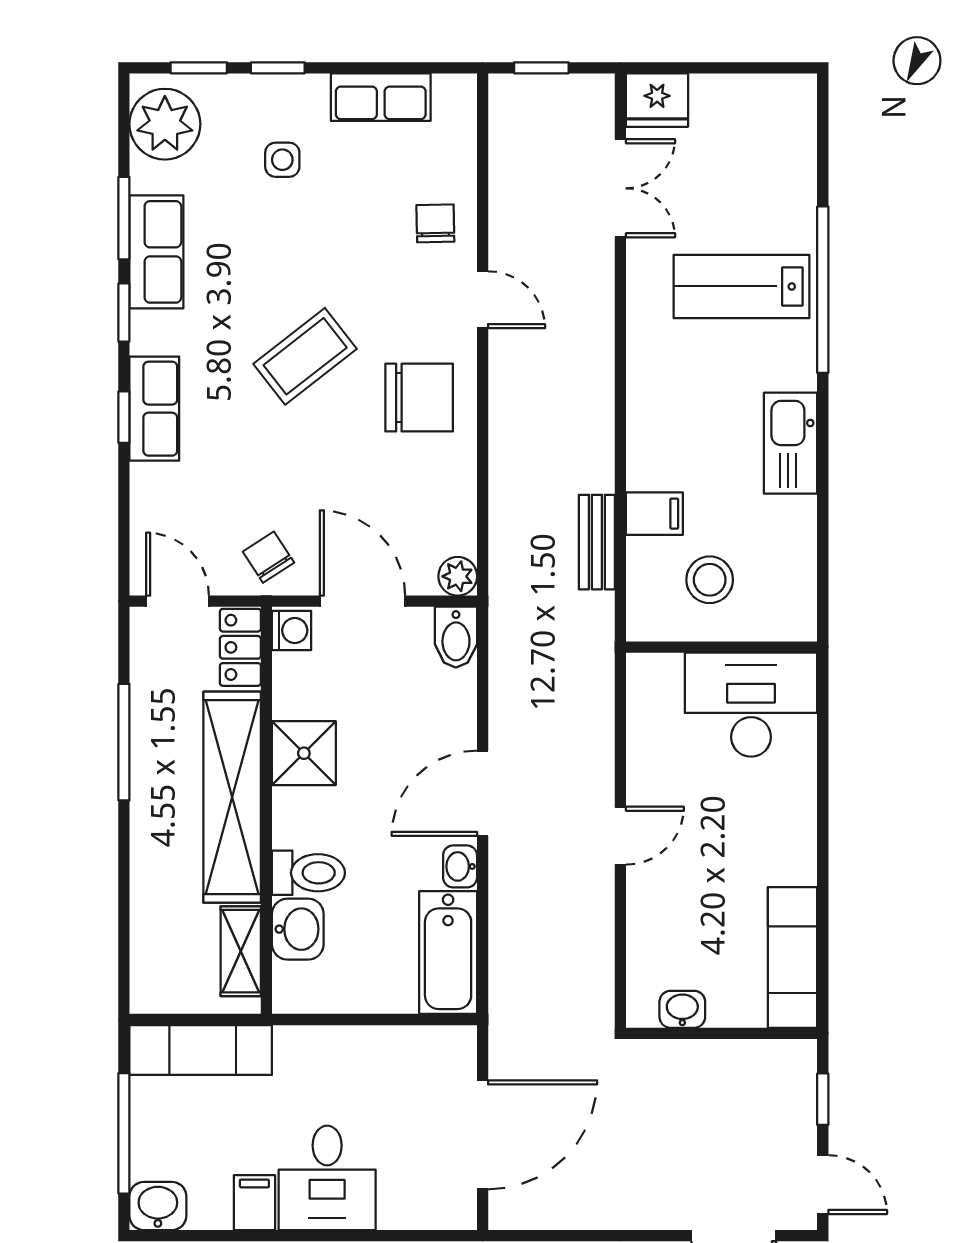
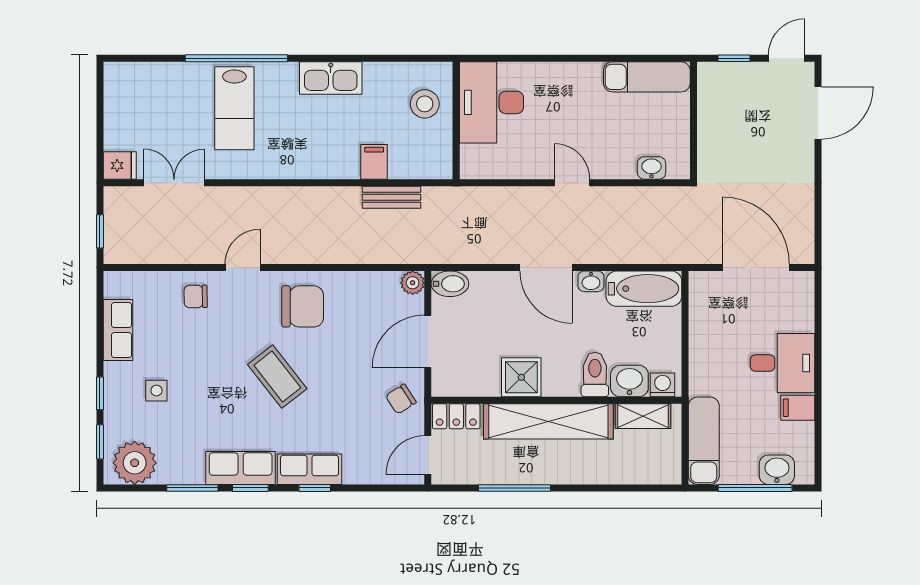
fridge: (657, 100) -> (120, 165), width x0.72
row of seats: (156, 252) -> (241, 468), moved
chair: (419, 398) -> (303, 306), turned 90
stool: (710, 580) -> (425, 104), moved
washing machine: (292, 630) -> (663, 385), moved
washbasin: (682, 1009) -> (652, 168), moved, turned 90
washbasin: (158, 1206) -> (777, 470), moved, turned 90

